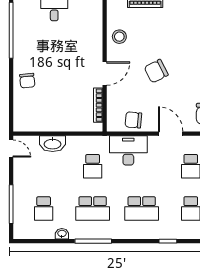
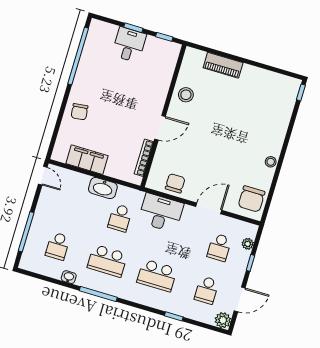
chair: (156, 71) -> (213, 141), removed
chair: (133, 120) -> (175, 183), turned 85
filing cabinet: (47, 122) -> (87, 160), added
door: (171, 134) -> (209, 208), hinge flipped
washbasin: (53, 144) -> (103, 188), moved

